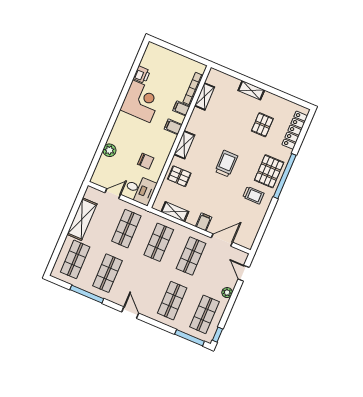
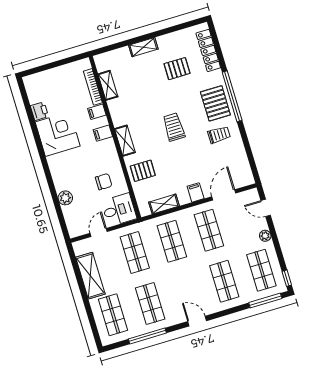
pallet: (262, 125) -> (177, 69), turned 90

